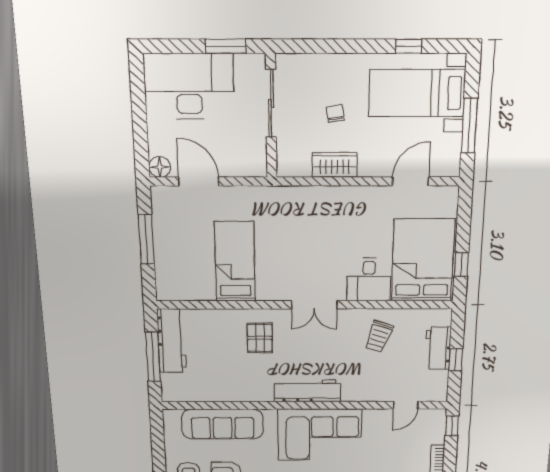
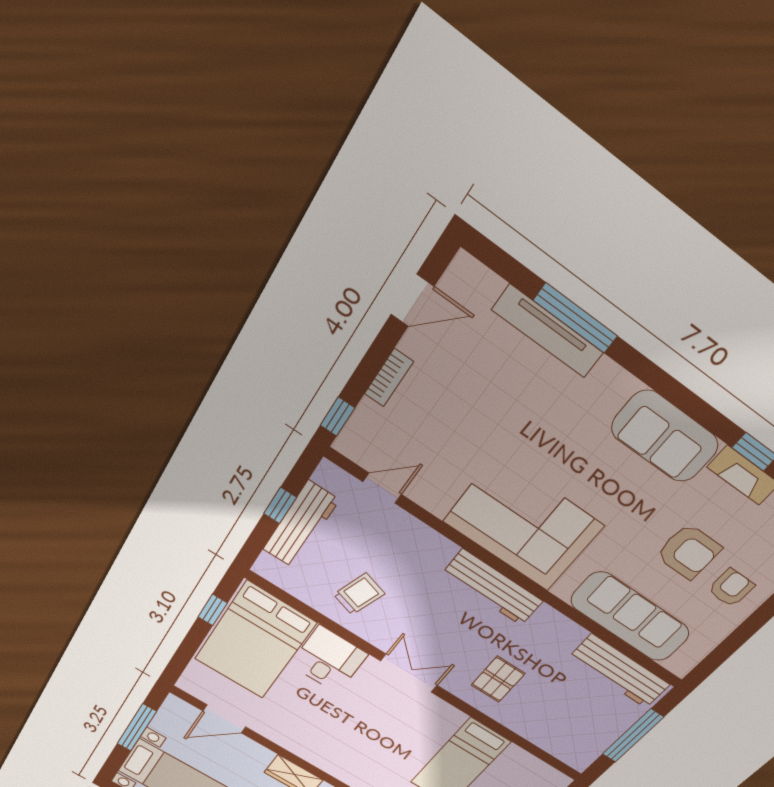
workbench: (172, 341) -> (619, 671), moved, turned -90
workbench: (438, 348) -> (301, 525), width x1.38

